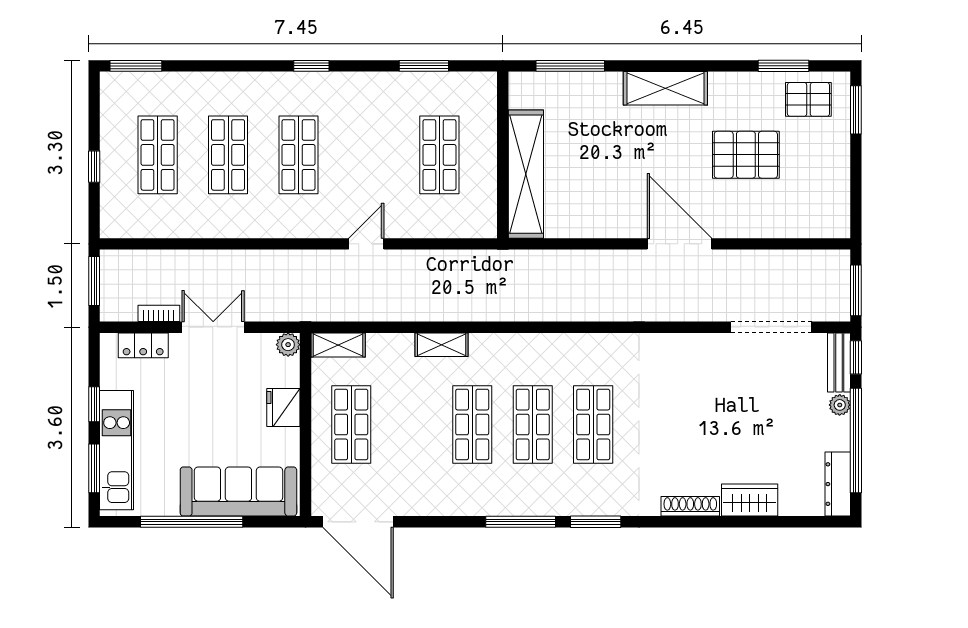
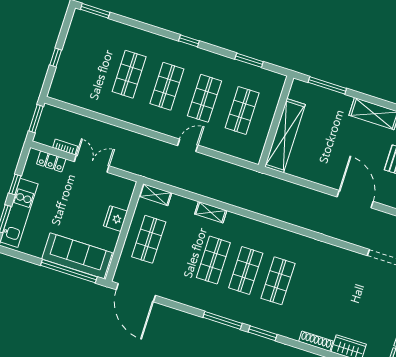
shop shelf: (158, 155) -> (204, 98), moved
plant: (288, 345) -> (129, 186), removed
window: (192, 522) -> (69, 271), moved

